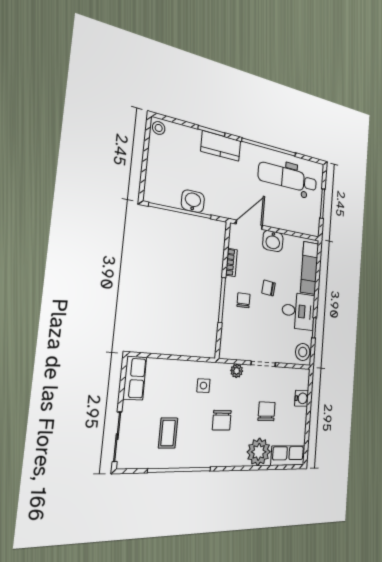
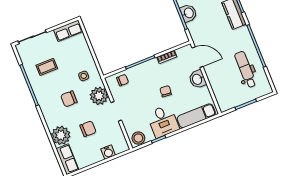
dental chair: (288, 178) -> (245, 69), width x0.73, depth x0.72
chair: (243, 300) -> (123, 80), moved
plant: (237, 371) -> (99, 96), width x1.87, depth x1.87

